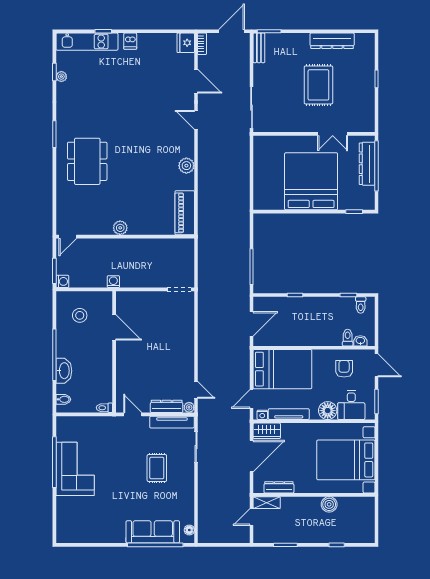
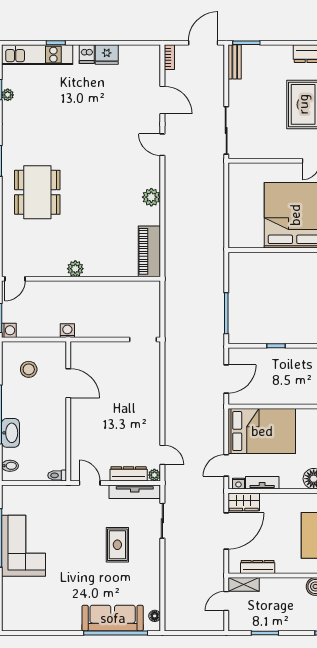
fridge: (186, 43) -> (107, 54), moved, turned -90
tv unit: (289, 414) -> (262, 483), width x0.71

